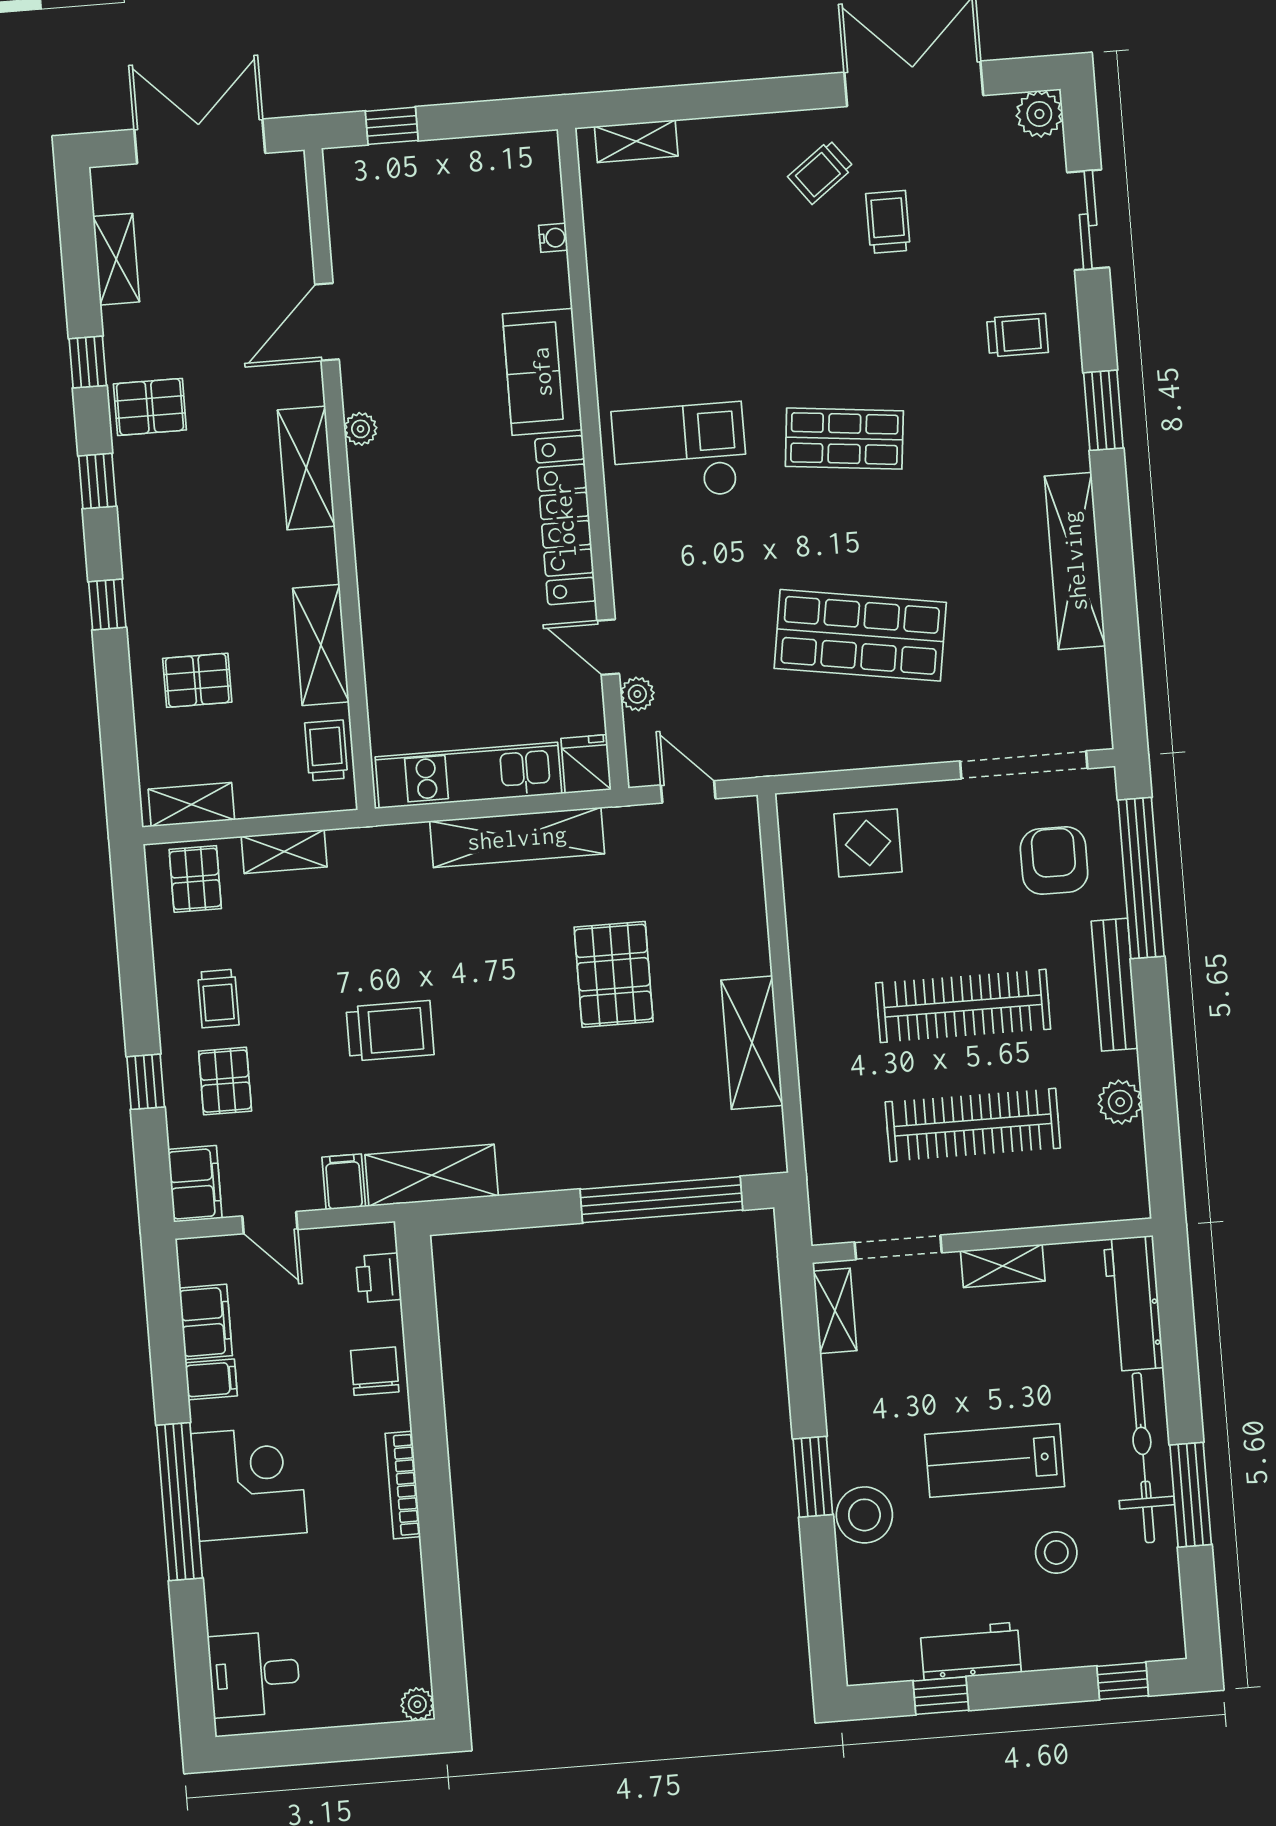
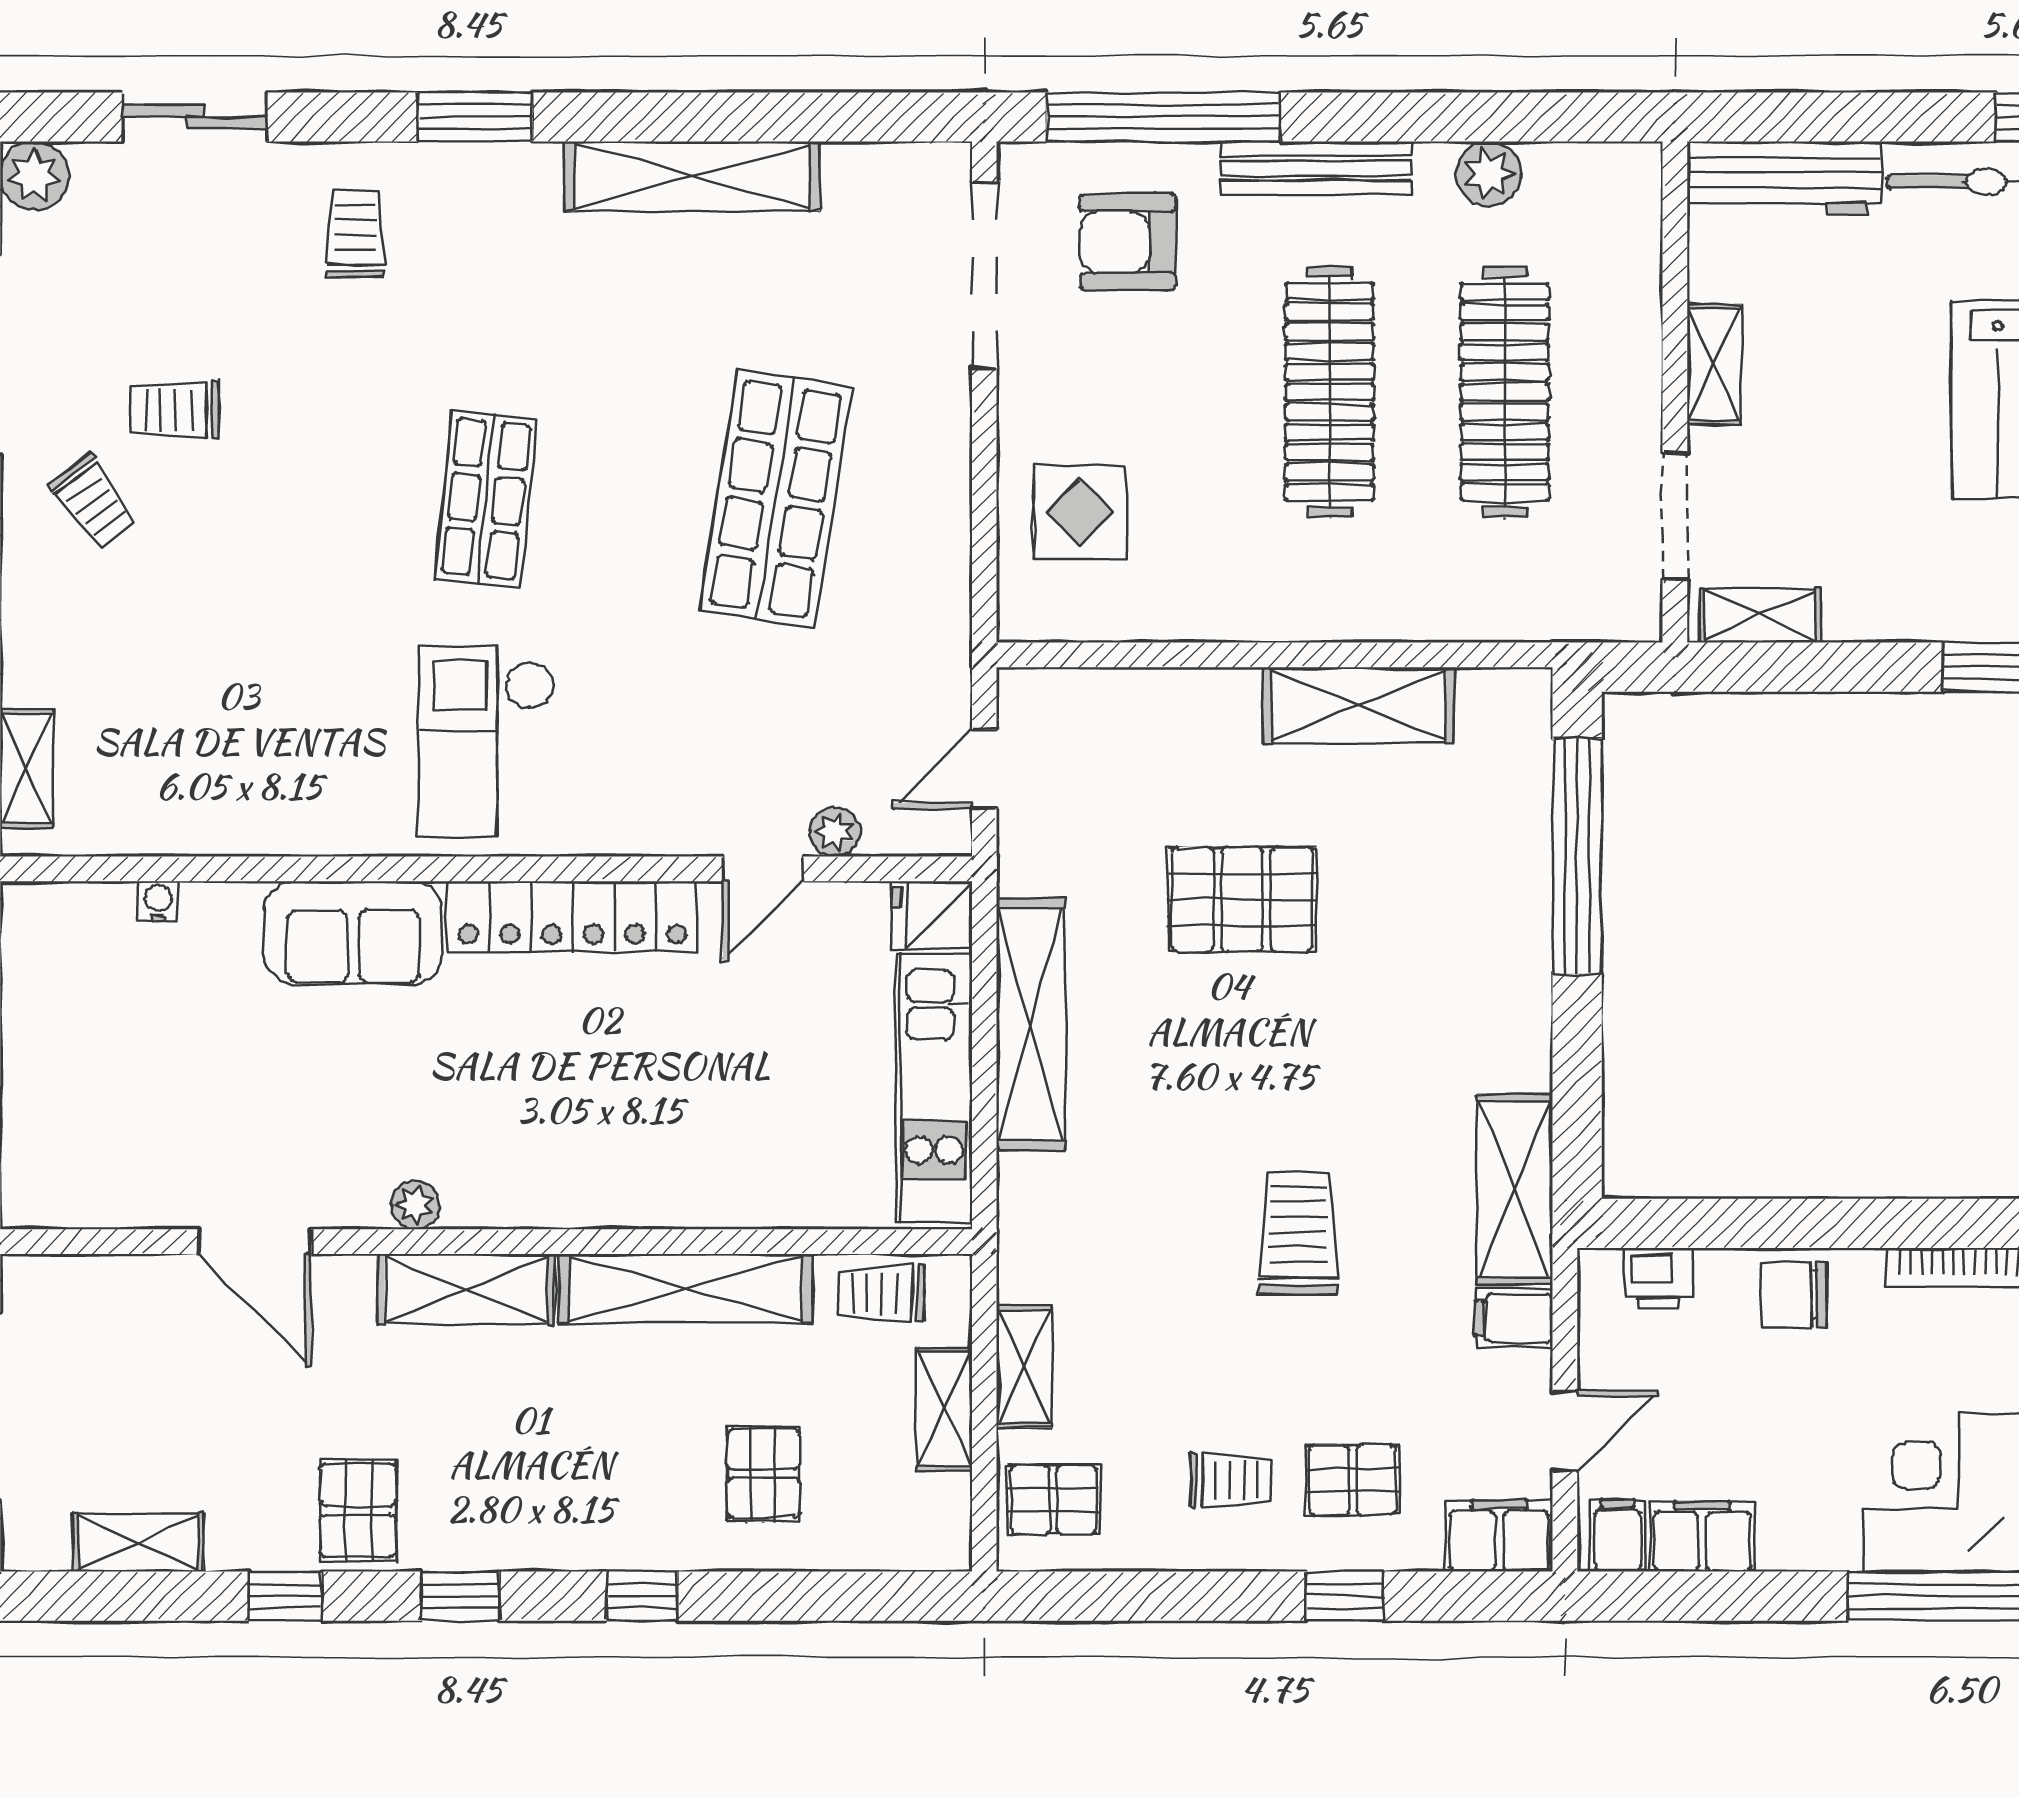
shelving: (321, 645) -> (686, 1288), width x1.47
shelving: (191, 805) -> (944, 1409), moved
filing cabinet: (211, 1379) -> (1618, 1535), moved

